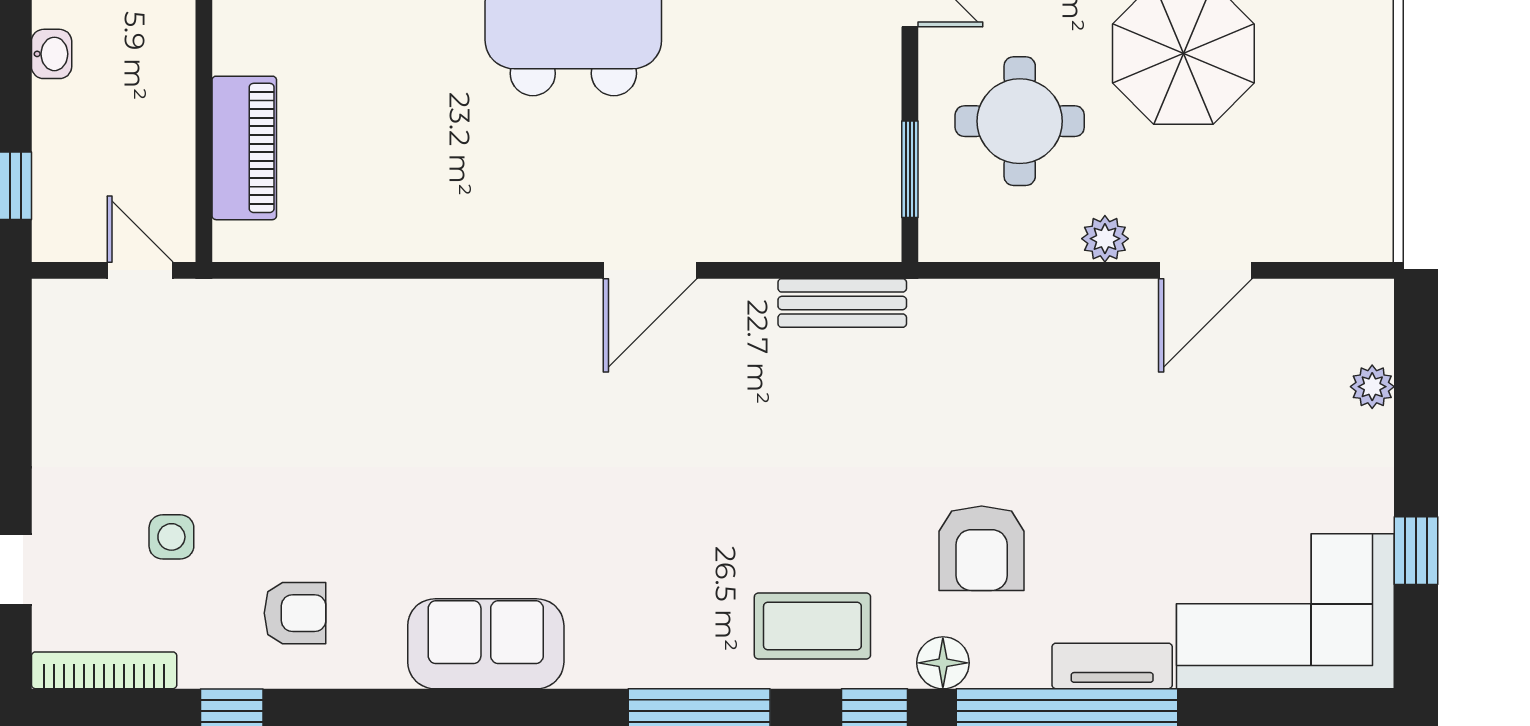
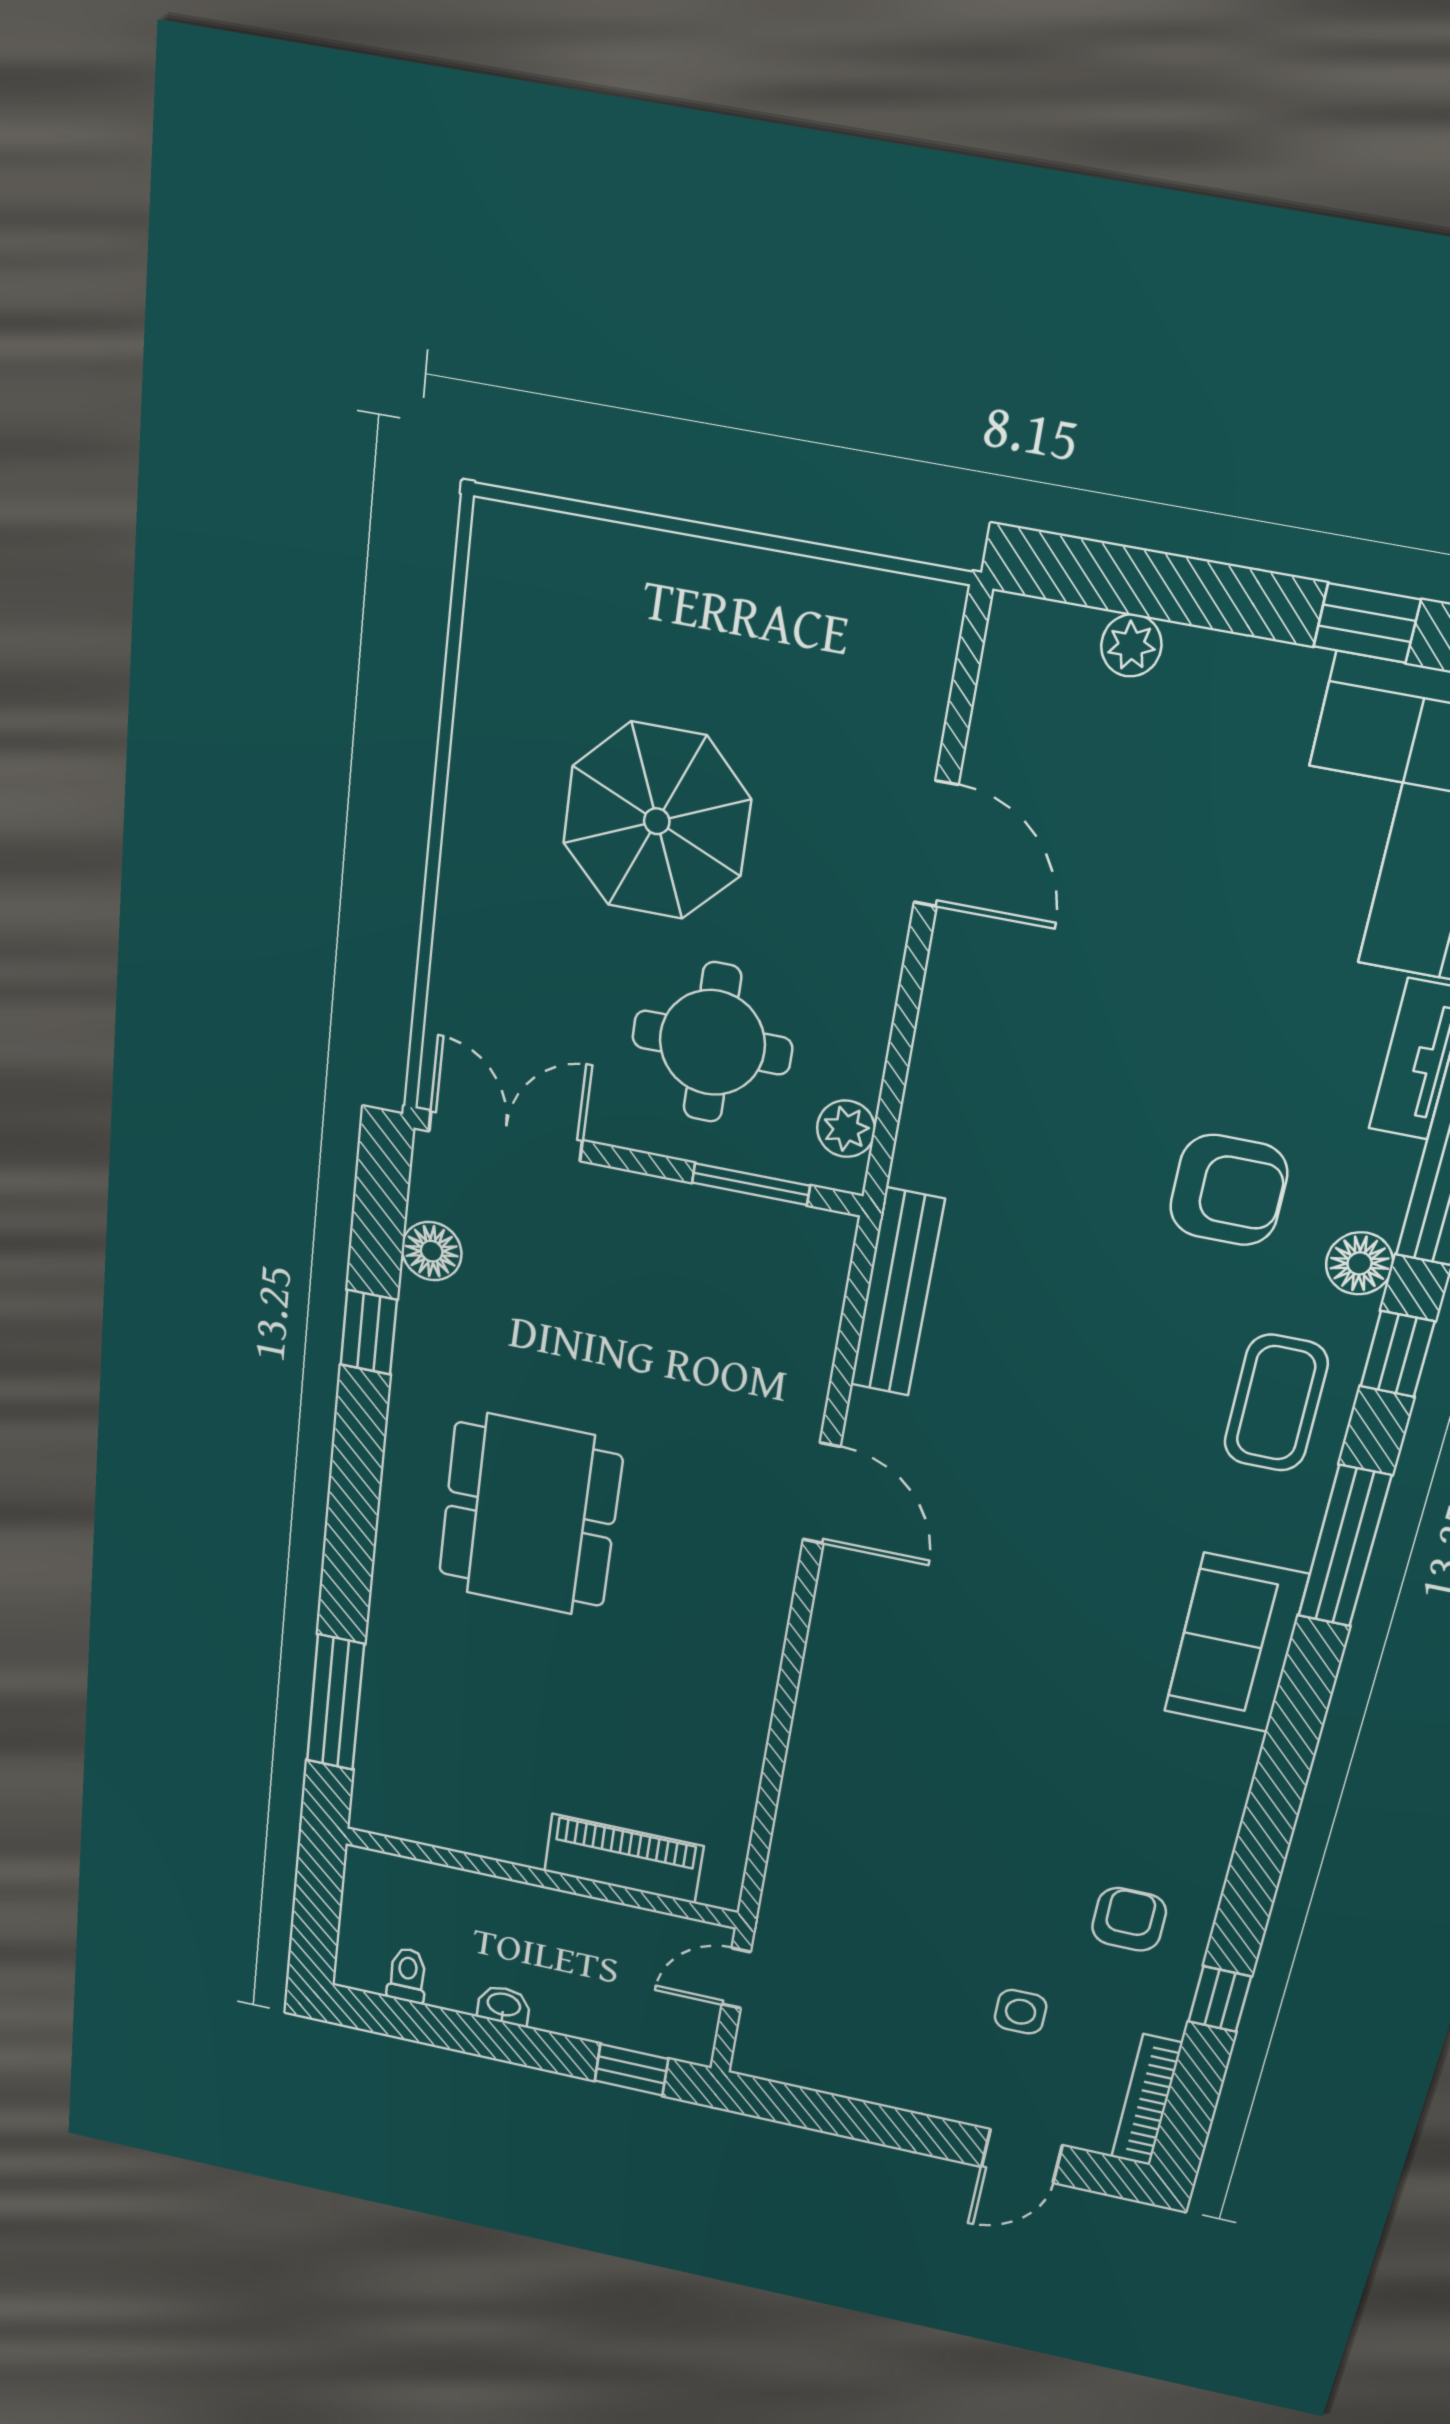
plant: (1105, 239) -> (846, 1129), moved
bench: (842, 303) -> (897, 1293), width x1.36
sofa: (486, 644) -> (1236, 1643), moved

